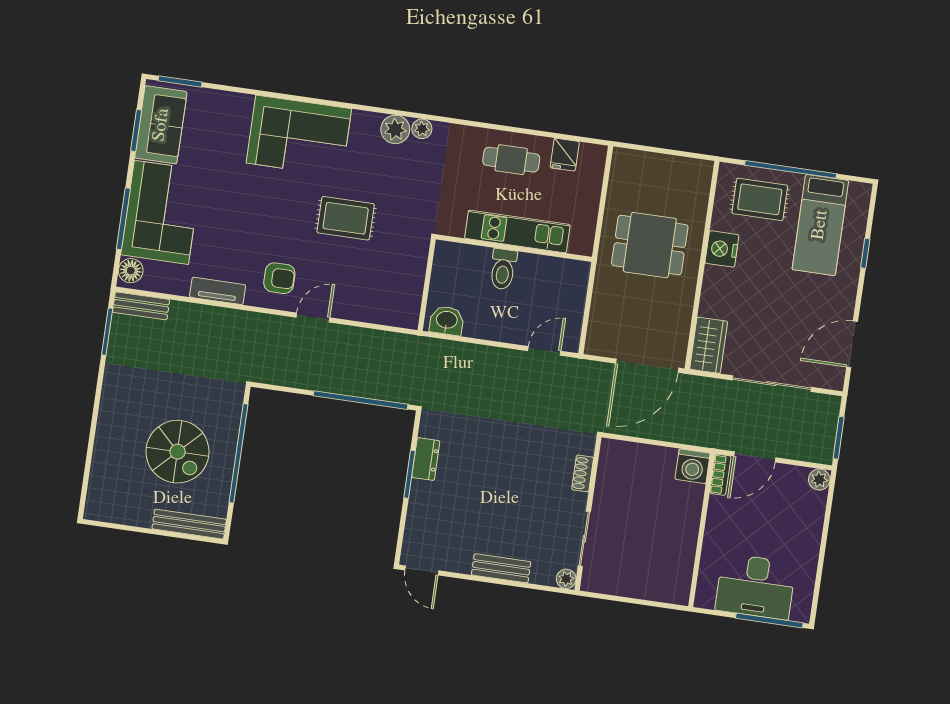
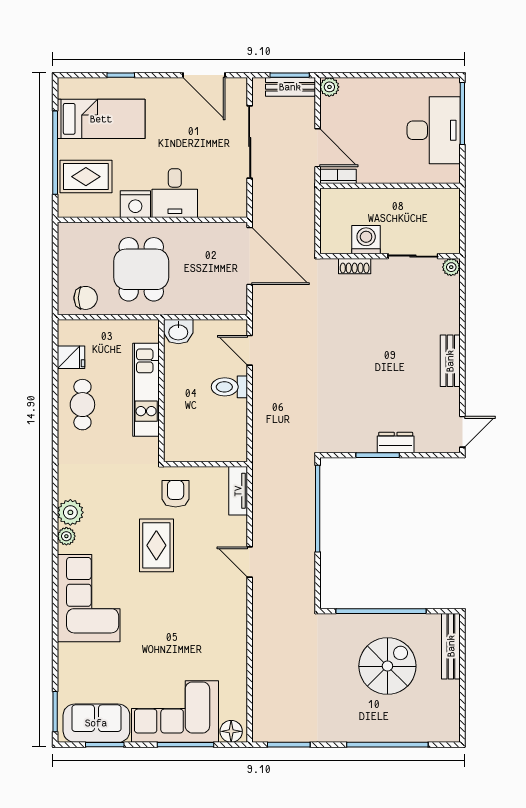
plant: (422, 129) -> (66, 536), moved
chair: (627, 180) -> (86, 298), added
rug: (760, 199) -> (86, 177), turned 90
toilet: (503, 269) -> (229, 387), moved, turned 180
armchair: (279, 278) -> (176, 494), moved
tv unit: (218, 291) -> (238, 491), moved
desk: (728, 294) -> (175, 193), added
bench: (141, 306) -> (290, 87), moved, turned 90
washbasin: (447, 321) -> (178, 332), moved, turned -90
wardrobe: (709, 345) -> (223, 204), removed
window: (92, 439) -> (387, 745), added
dresser: (426, 459) -> (396, 443), moved
washing machine: (693, 466) -> (366, 240), moved, turned -90
shoe rack: (583, 473) -> (355, 266), moved
wall: (588, 514) -> (390, 256), moved
sliding door: (584, 539) -> (413, 256), moved
plant: (566, 579) -> (451, 267), moved

